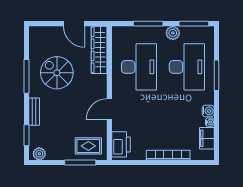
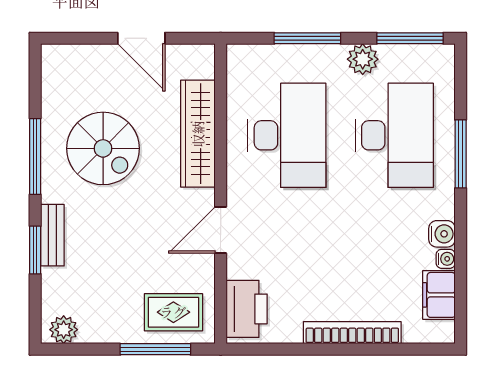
wardrobe: (99, 50) -> (198, 134), moved
spiral stairs: (57, 73) -> (103, 148), turned 180
window: (27, 135) -> (35, 250), moved

